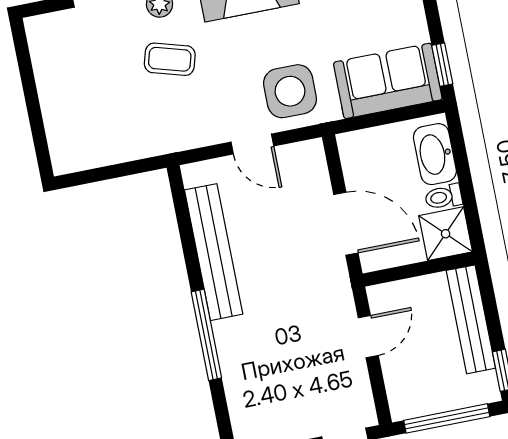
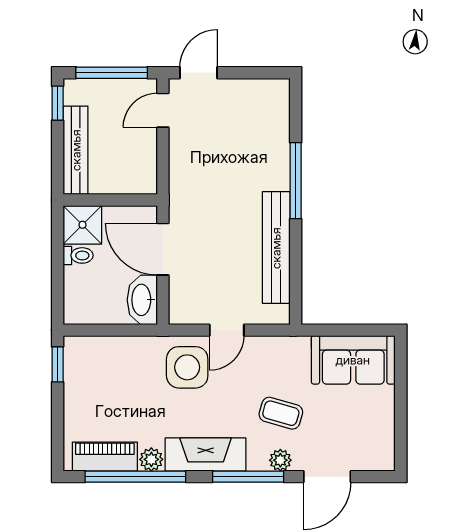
sofa: (388, 81) -> (353, 360), moved
door: (252, 144) -> (227, 330), swing flipped
washbasin: (435, 154) -> (142, 300), moved, turned 180
door: (368, 337) -> (163, 110), moved

